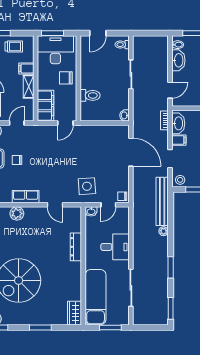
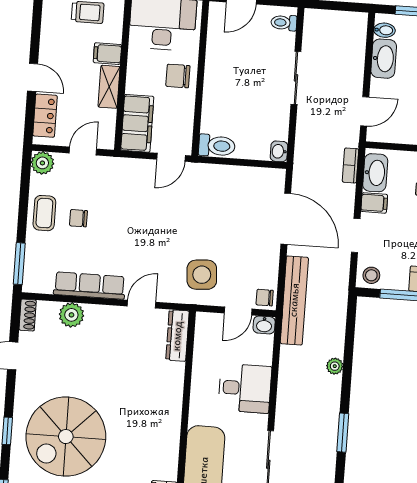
toilet: (90, 95) -> (217, 146), moved
row of seats: (26, 197) -> (89, 286), width x1.48
bench: (162, 201) -> (294, 300), moved
door: (55, 205) -> (142, 304), swing flipped
washbasin: (91, 211) -> (264, 325), moved
dresser: (76, 247) -> (177, 336), moved

